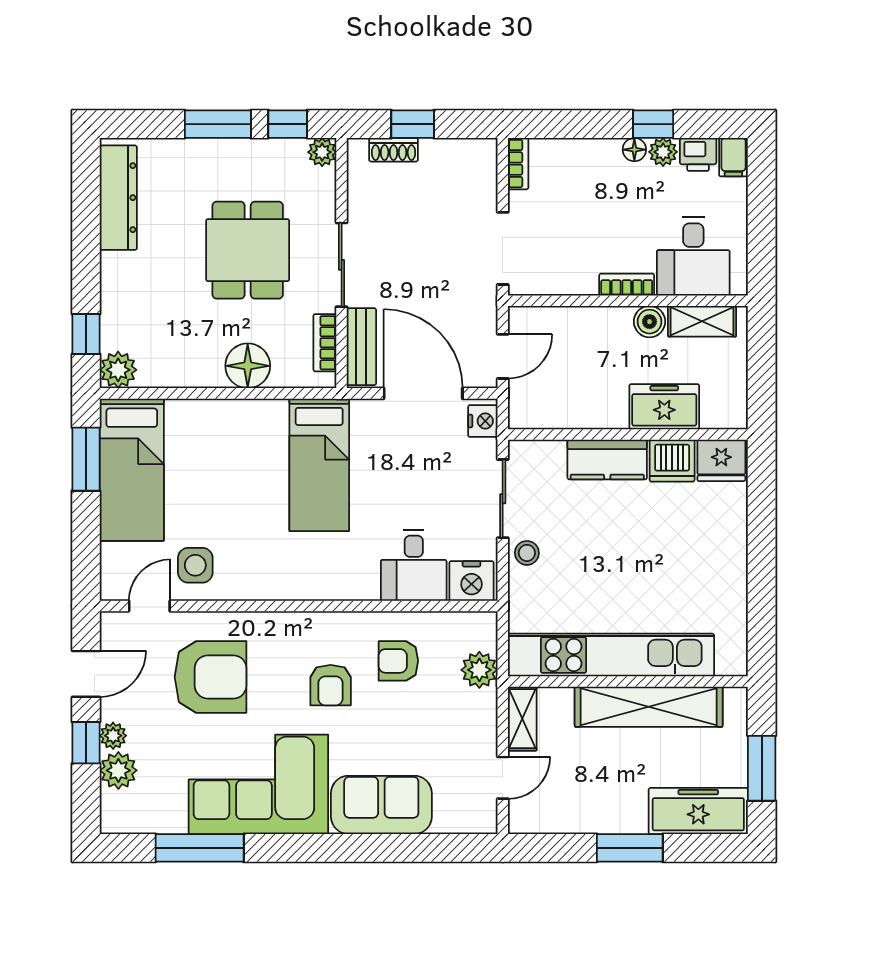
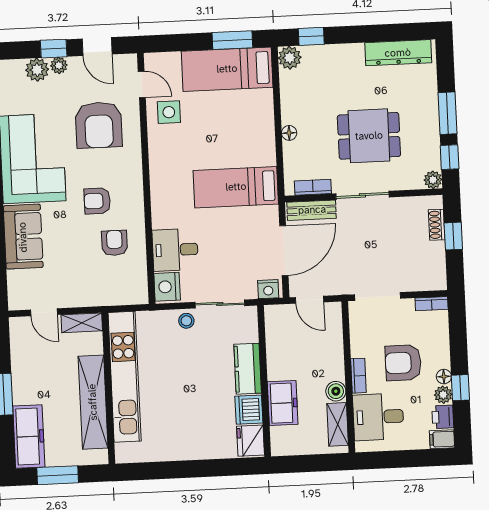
armchair: (610, 213) -> (403, 363), added
floor lamp: (248, 366) -> (289, 133), width x0.53, depth x0.53
plant: (479, 670) -> (111, 294), removed

